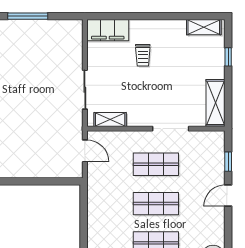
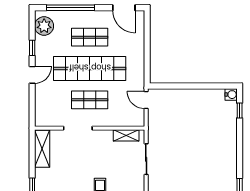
door: (85, 151) -> (146, 100), moved
window: (228, 162) -> (32, 48), moved
shop shelf: (156, 204) -> (90, 68), width x2.00, depth x1.36

